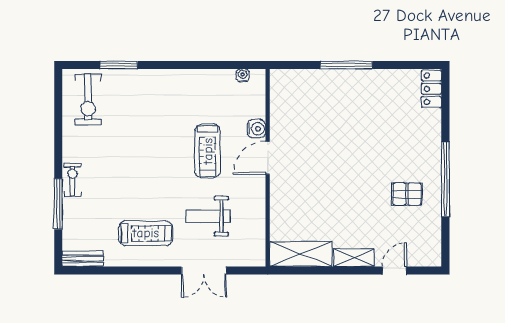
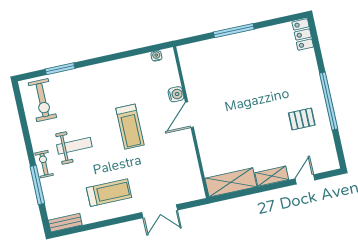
treadmill: (208, 151) -> (130, 127), moved
weight bench: (208, 216) -> (74, 146), moved, turned 180

